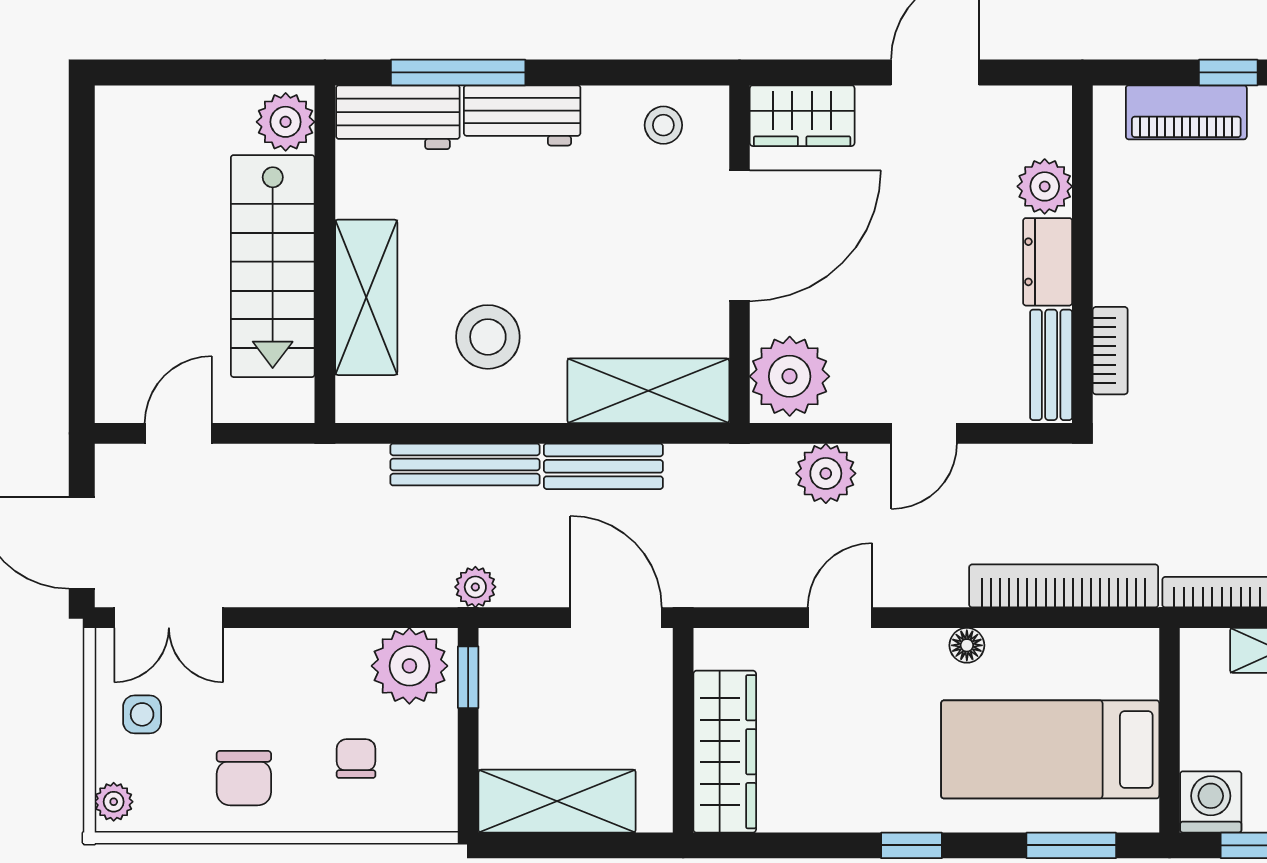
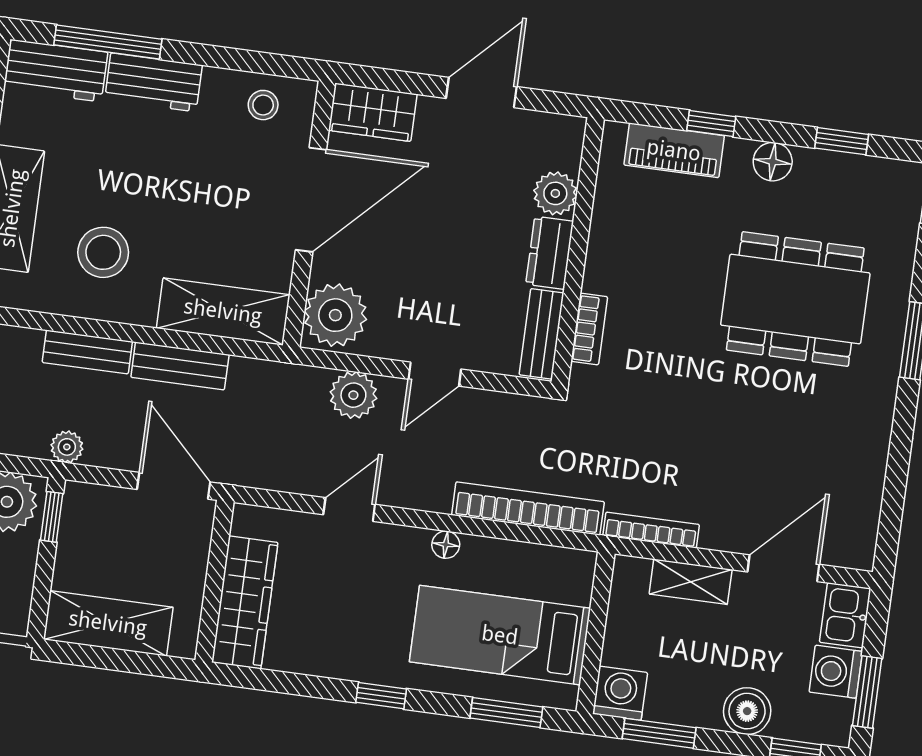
bench: (465, 465) -> (87, 352), width x0.73

